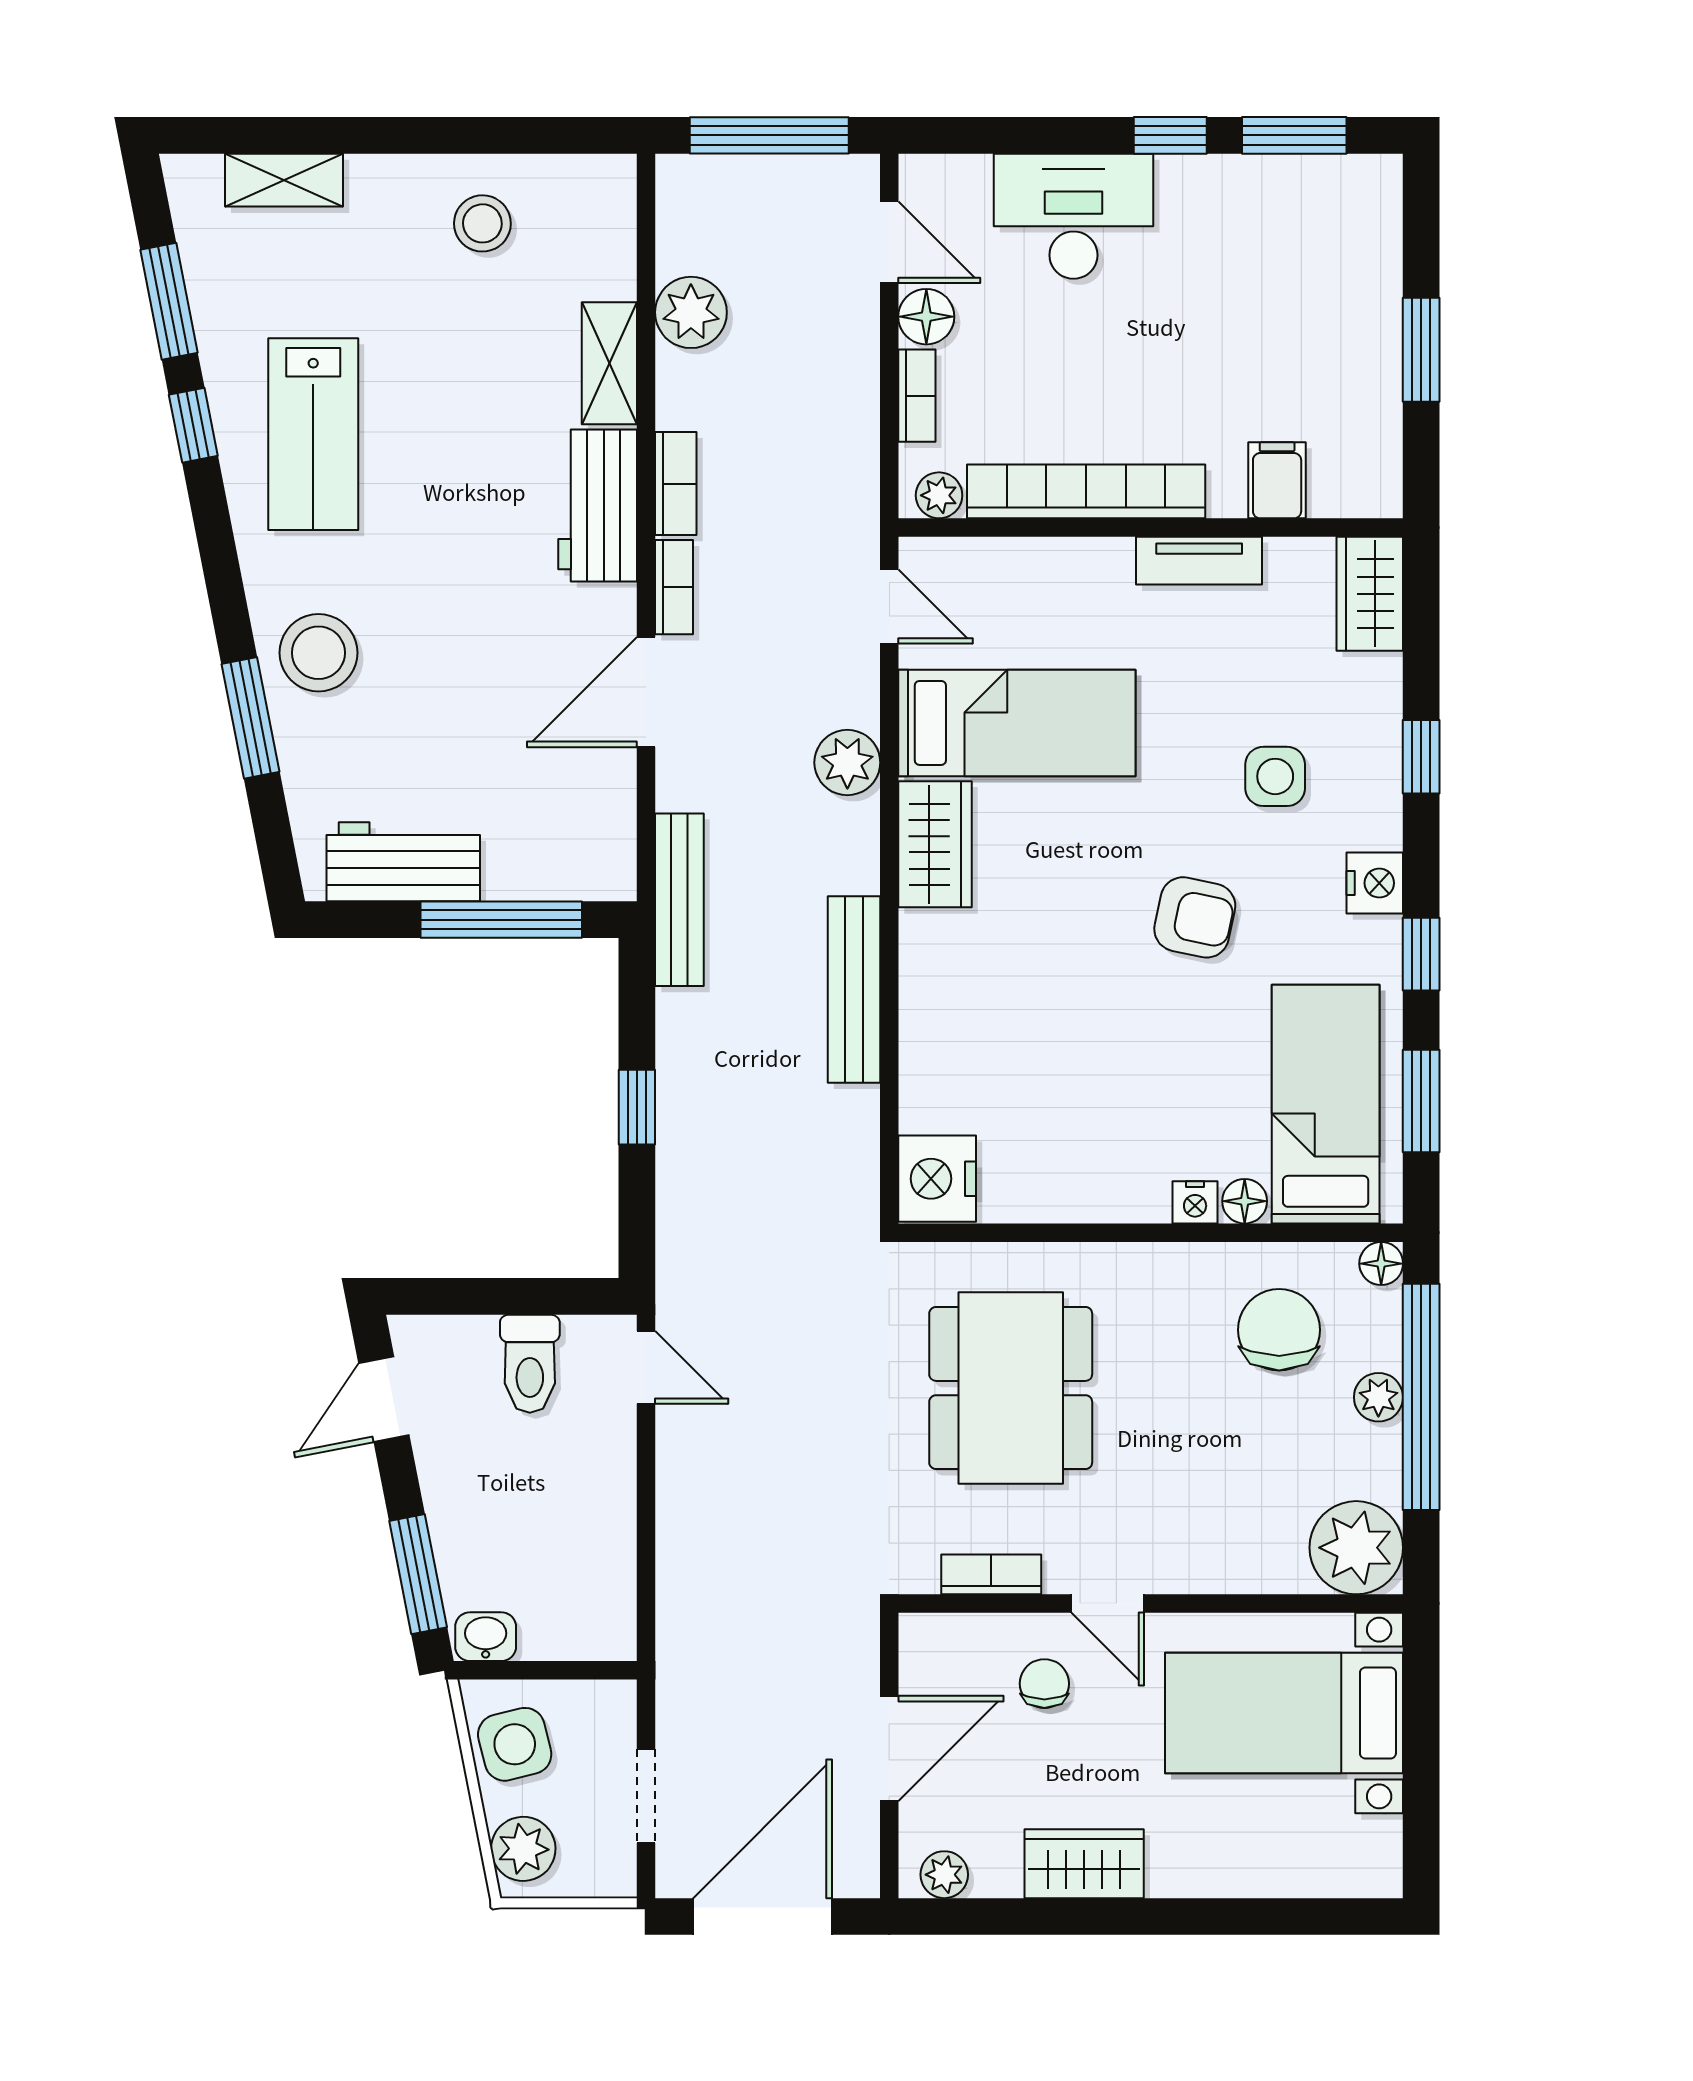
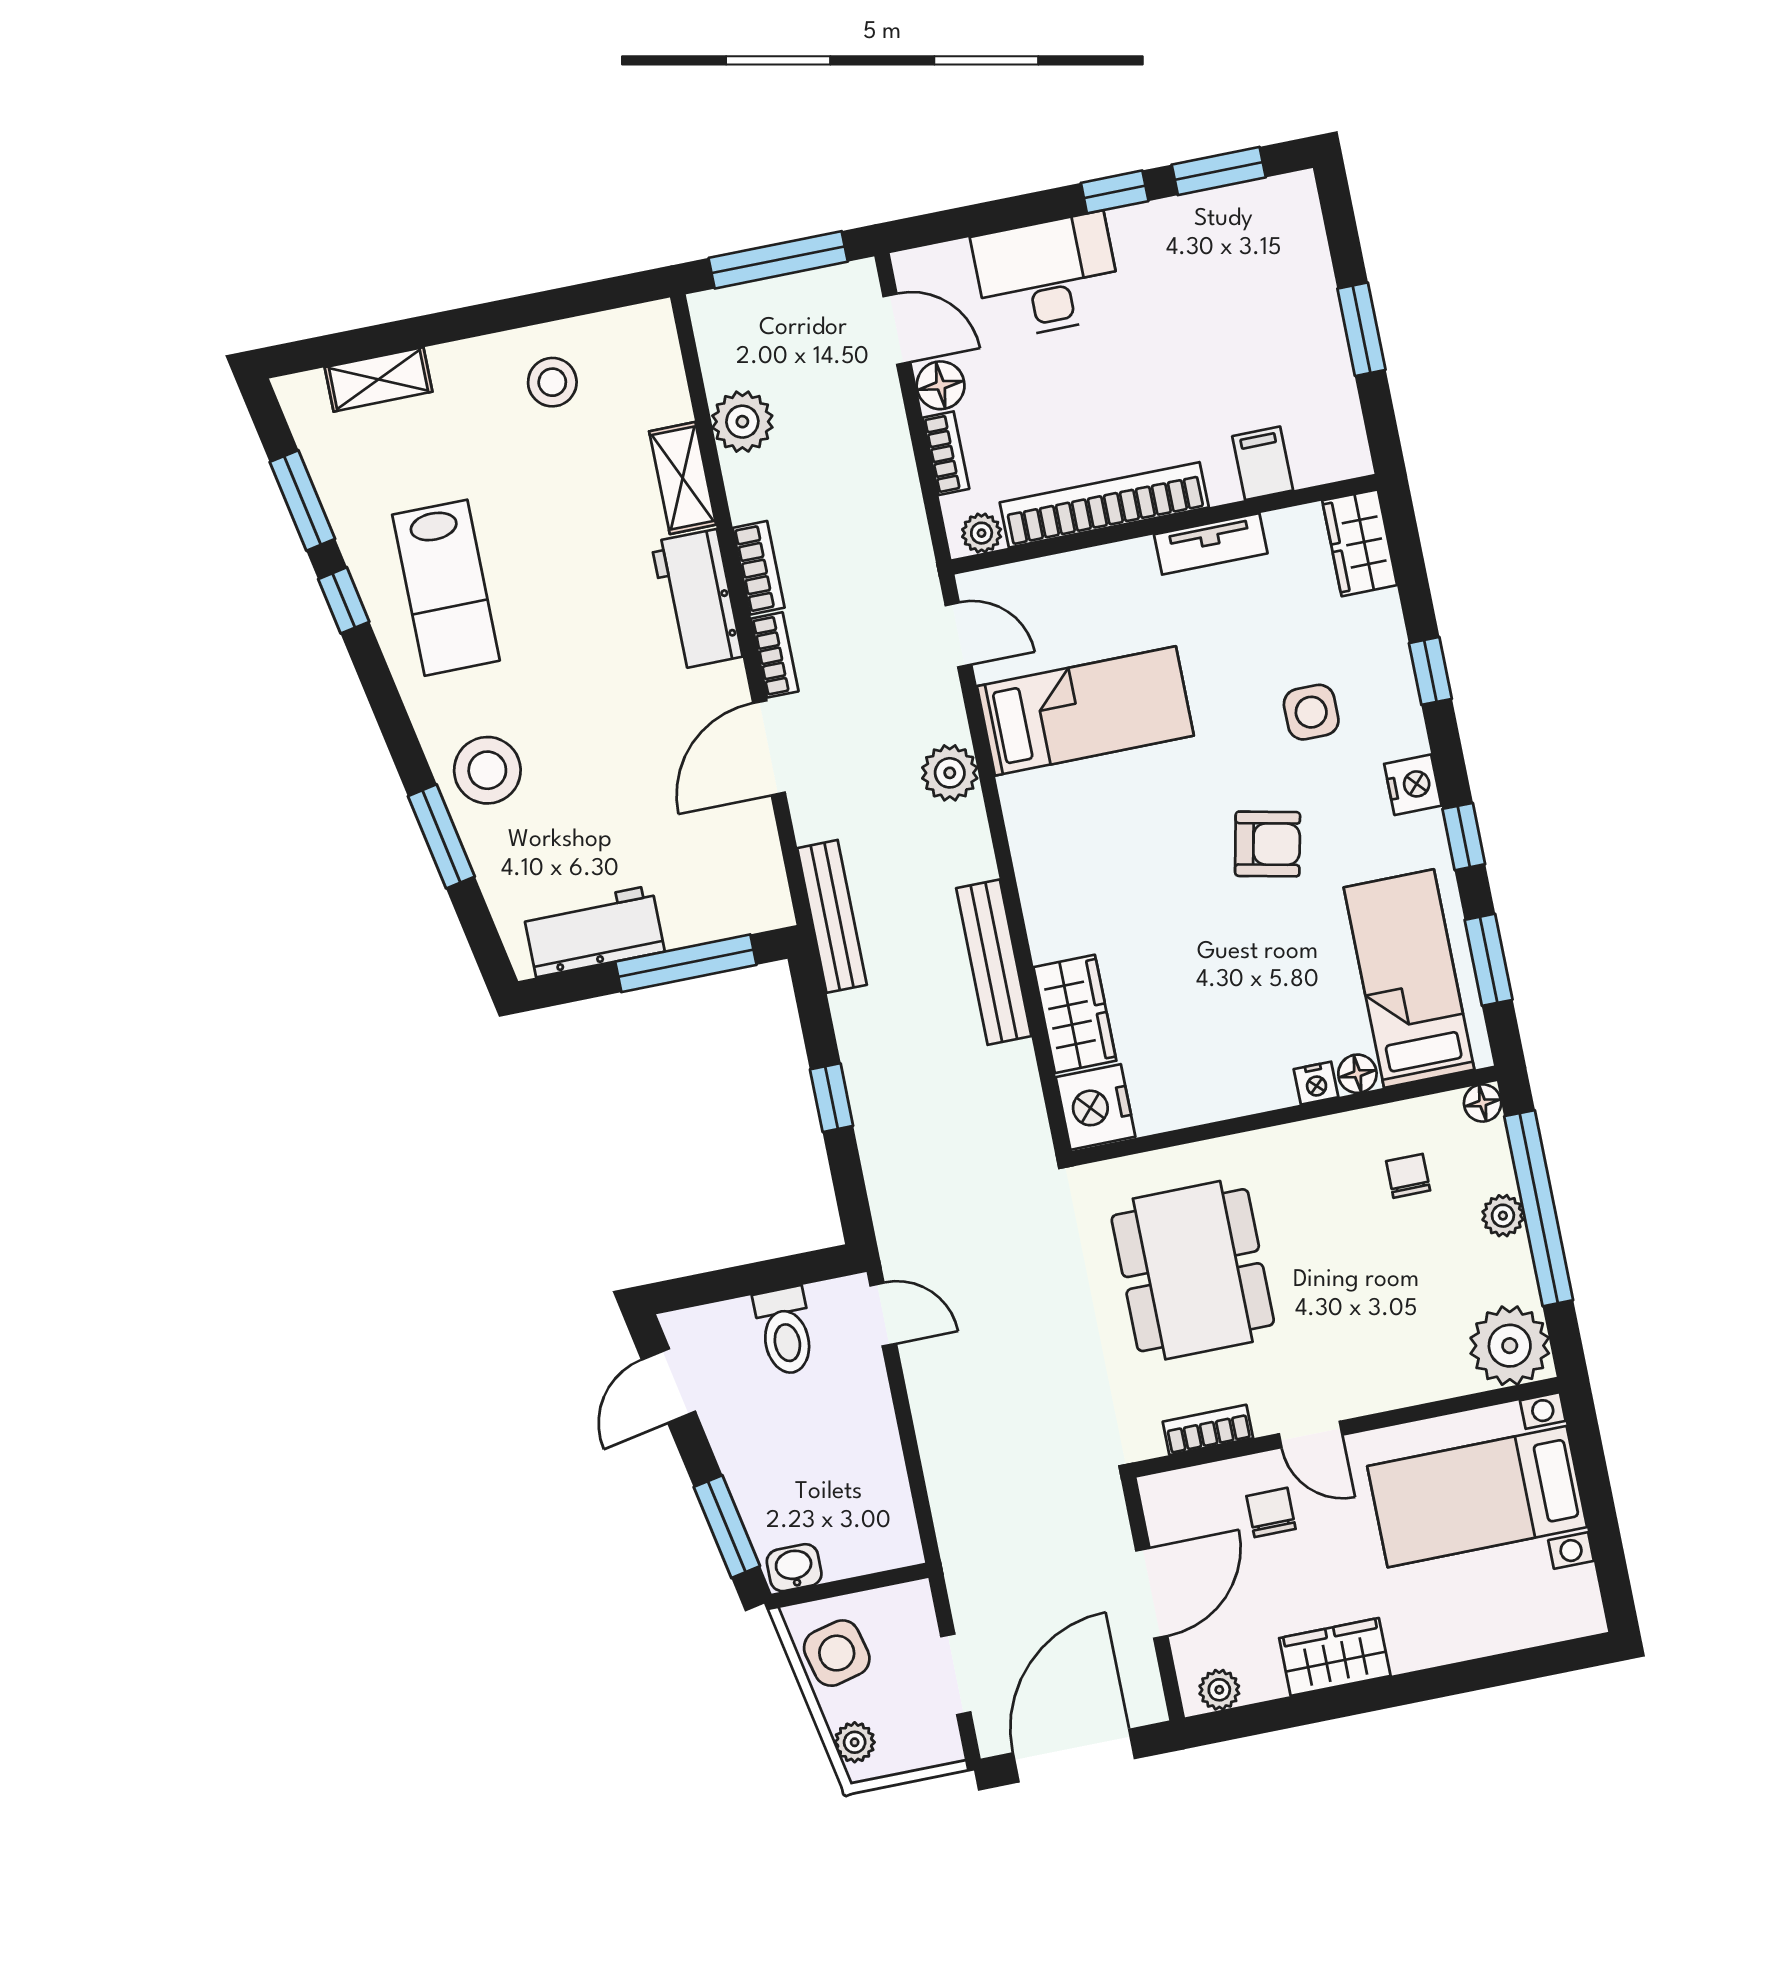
wardrobe: (935, 844) -> (1075, 1014), moved
chair: (1279, 1330) -> (1408, 1176), width x0.54, depth x0.54
plant: (523, 1849) -> (855, 1742), width x0.73, depth x0.73

